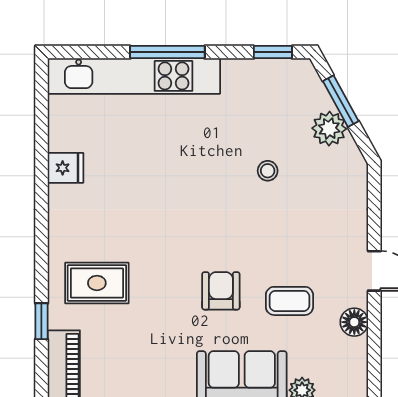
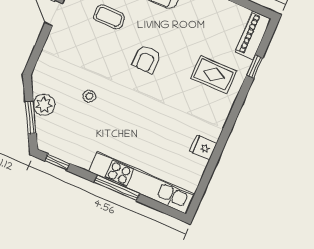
armchair: (221, 291) -> (147, 59), moved

